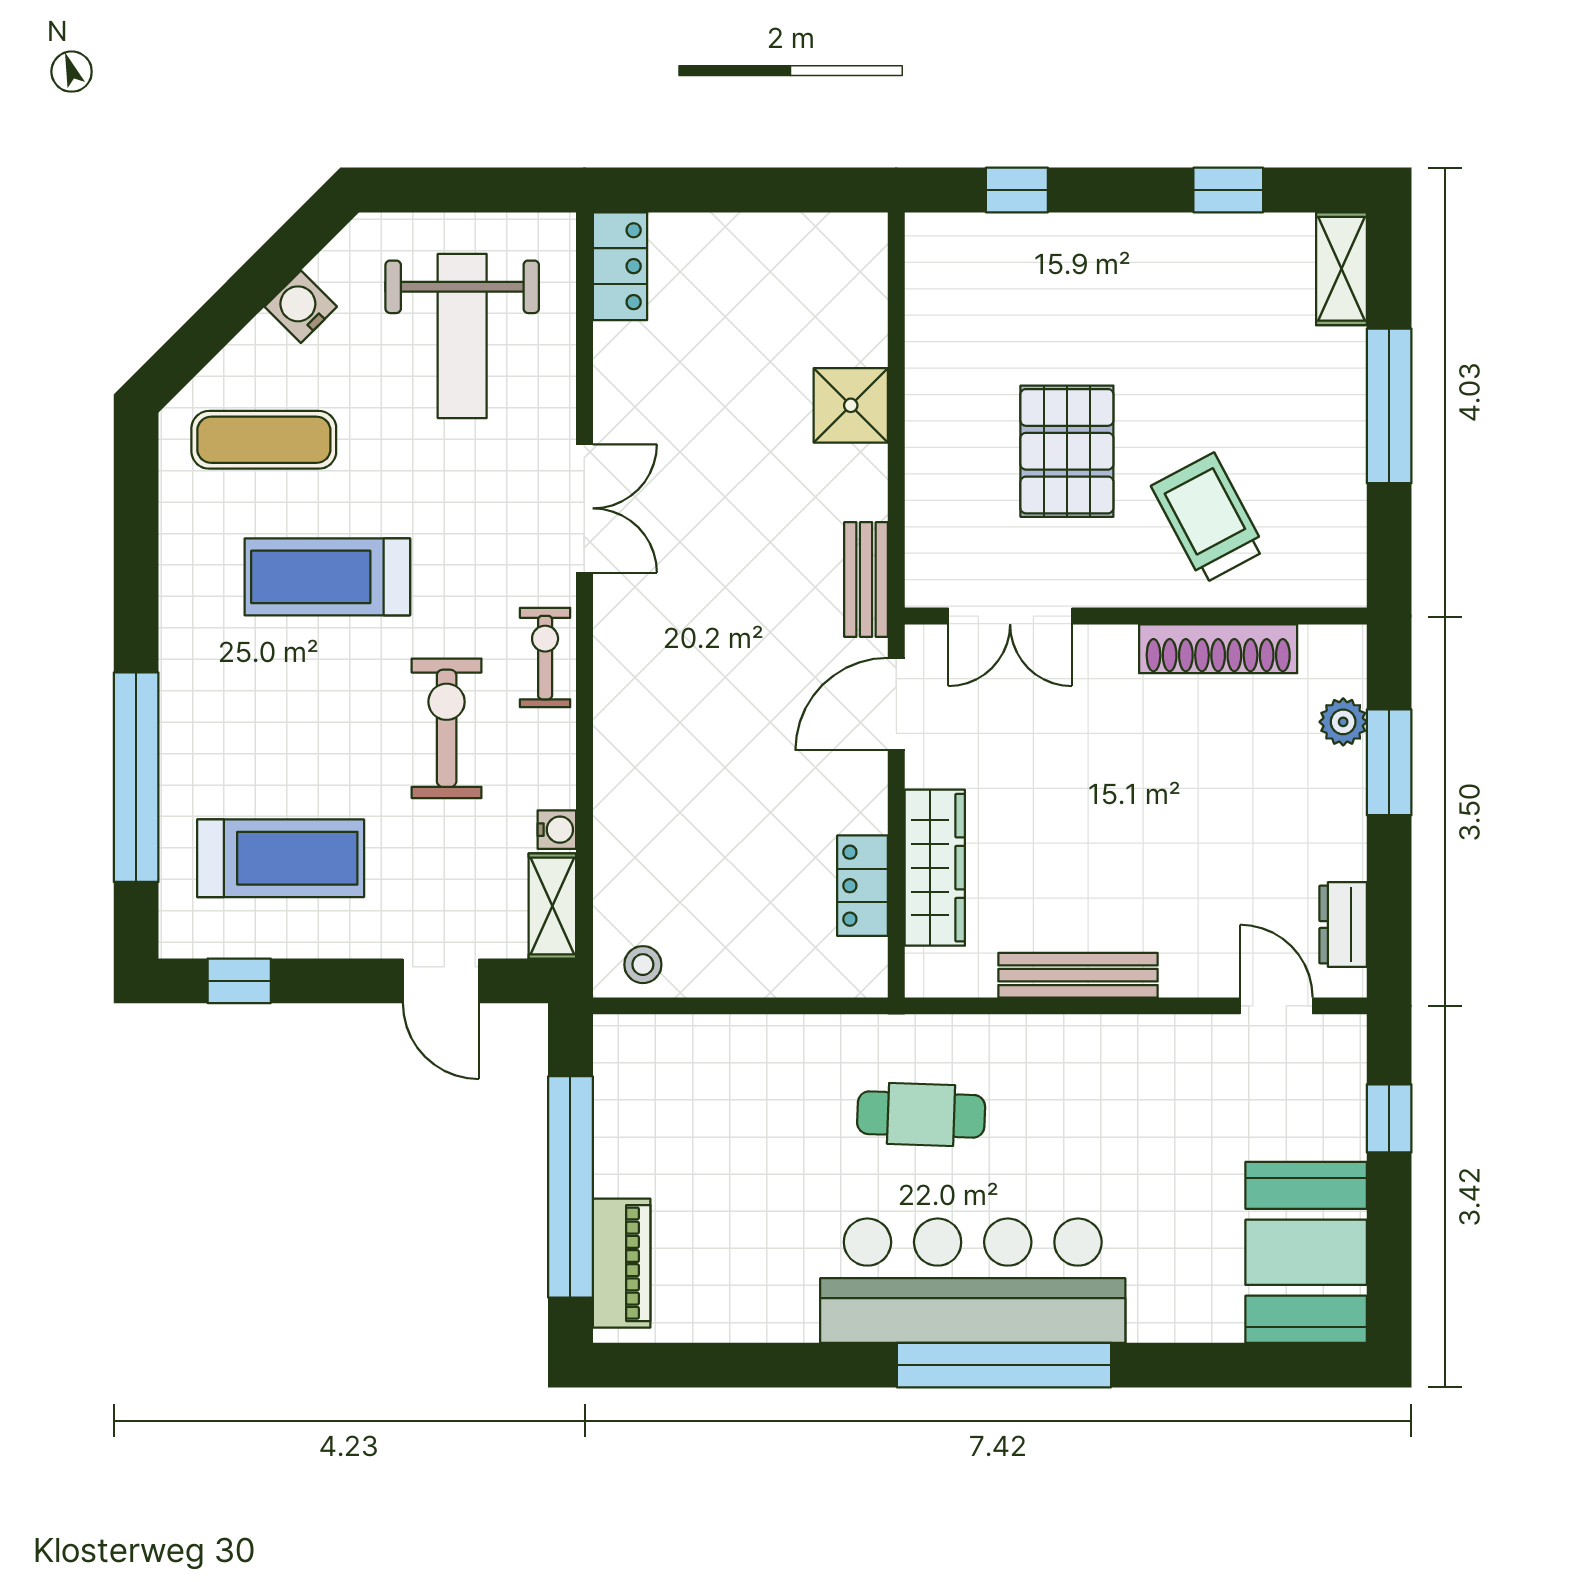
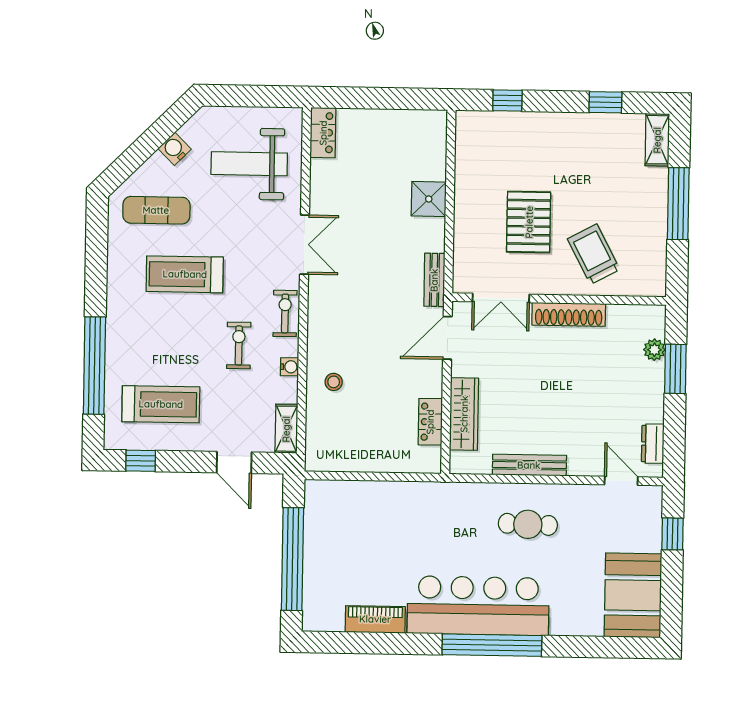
weight bench: (462, 336) -> (249, 164), turned 90
shoe rack: (1218, 649) -> (569, 314), moved
exercise bike: (447, 728) -> (239, 345), width x0.73, depth x0.72
water cooler: (557, 830) -> (290, 367), moved
stool: (643, 965) -> (334, 382), moved
cafe table: (921, 1115) -> (528, 524), moved
piano: (622, 1263) -> (375, 619), moved, turned -90

